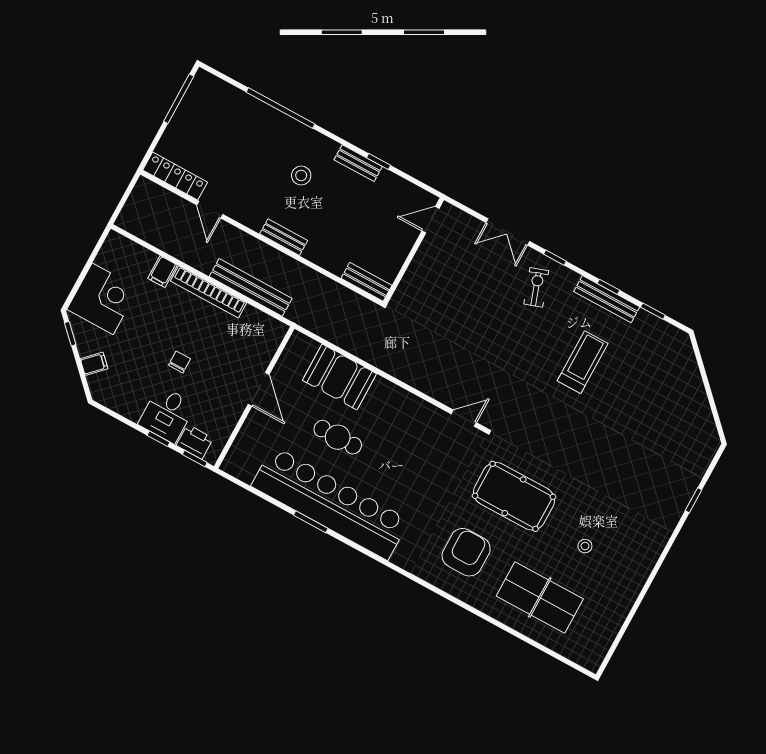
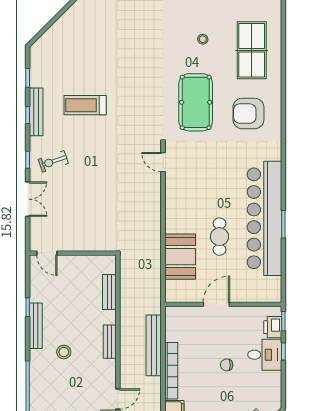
bench: (358, 163) -> (36, 326), width x1.36
bench: (366, 282) -> (109, 292), moved

